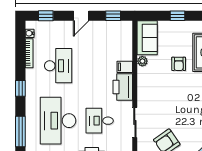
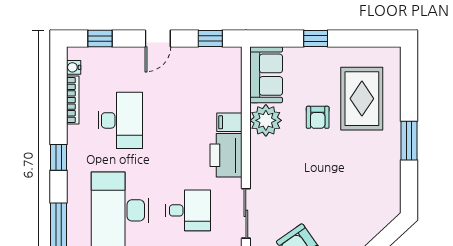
plant: (142, 61) -> (266, 120), width x1.88, depth x1.88
desk: (100, 121) -> (188, 210), turned 180

